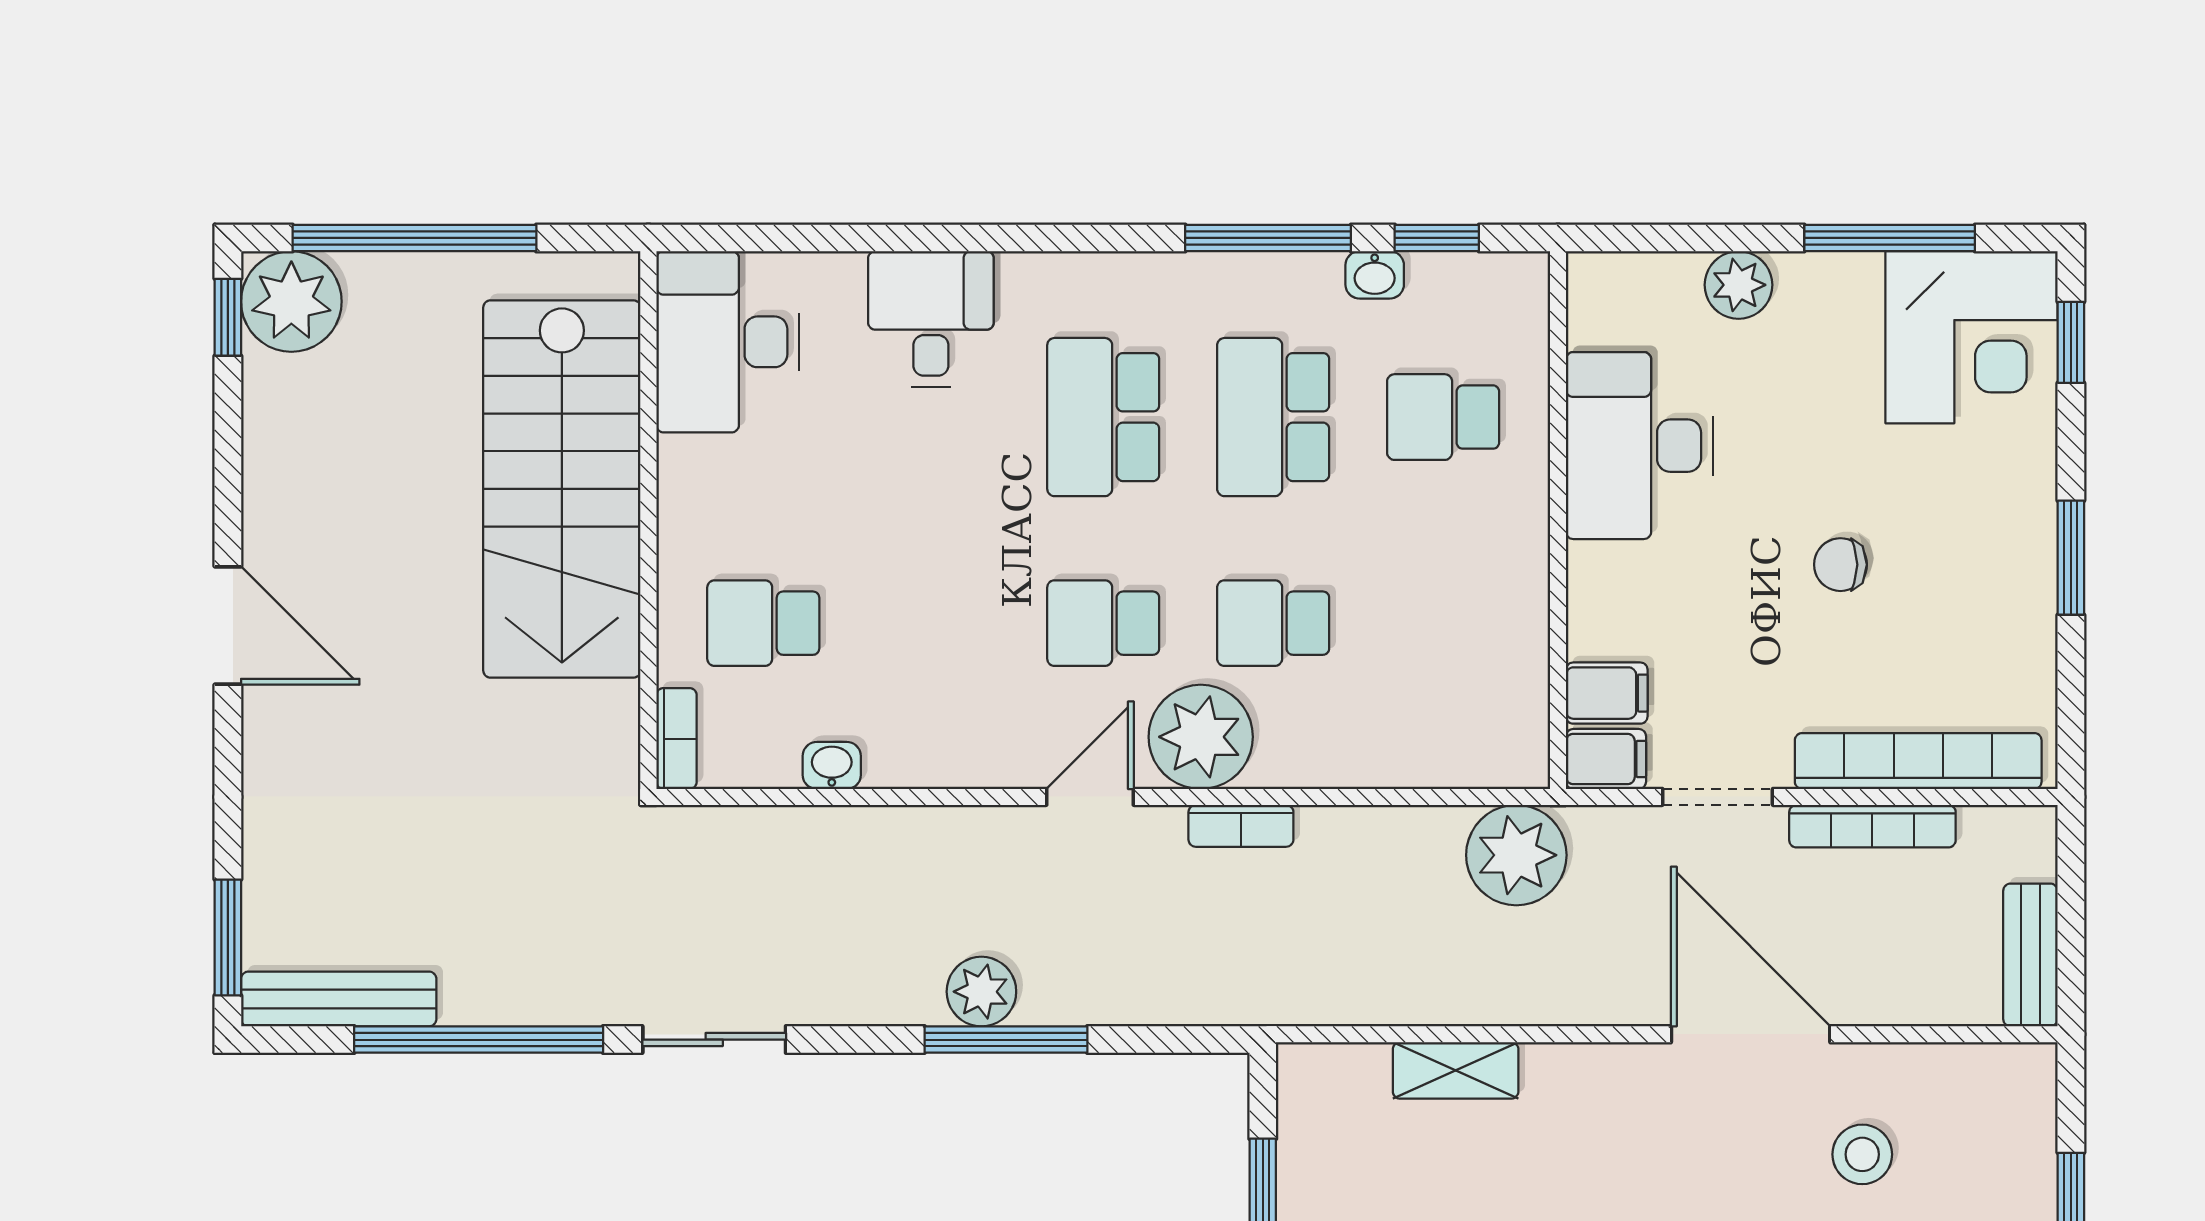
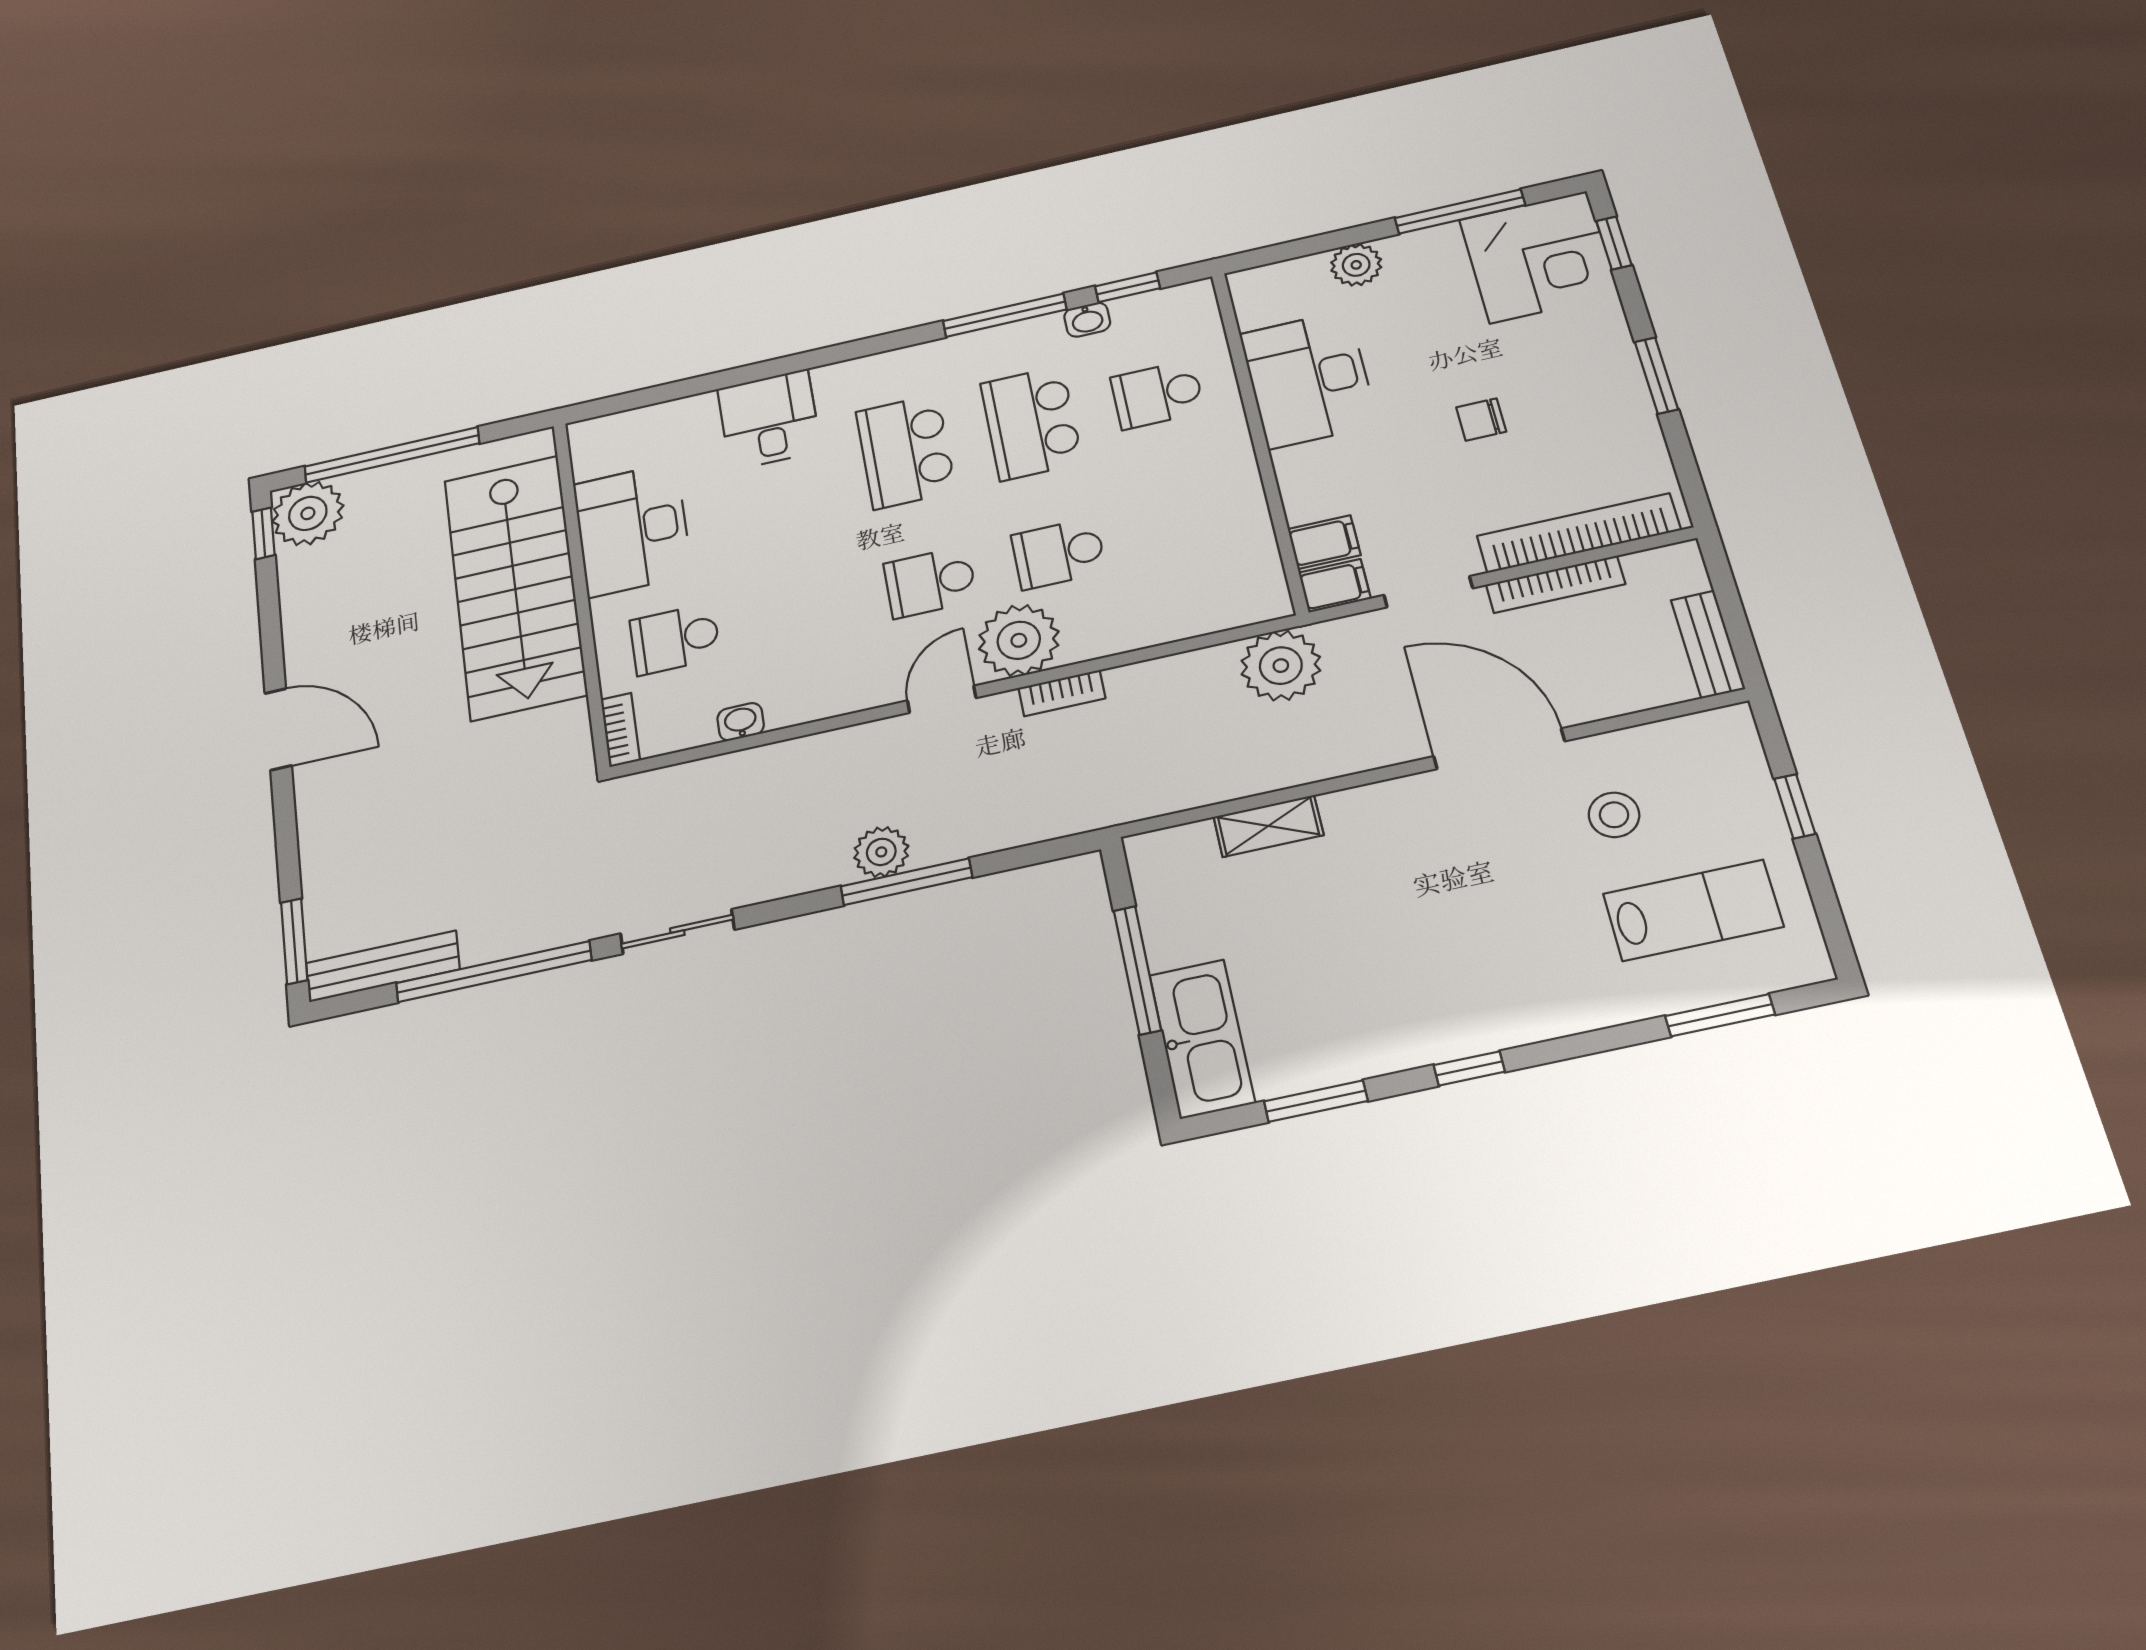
desk: (728, 342) -> (632, 529), moved

